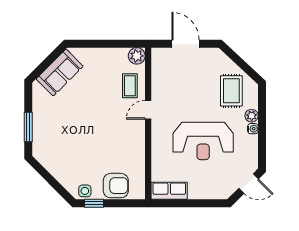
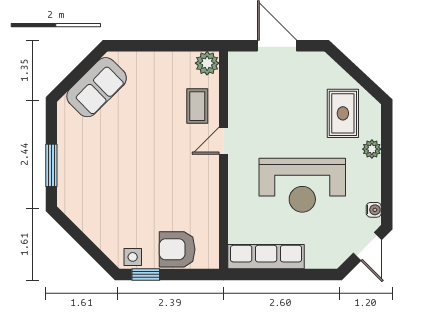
water cooler: (253, 129) -> (374, 210), moved
door: (249, 184) -> (368, 246), hinge flipped
armchair: (116, 186) -> (177, 249), turned 180
row of seats: (169, 191) -> (266, 257), width x1.48

